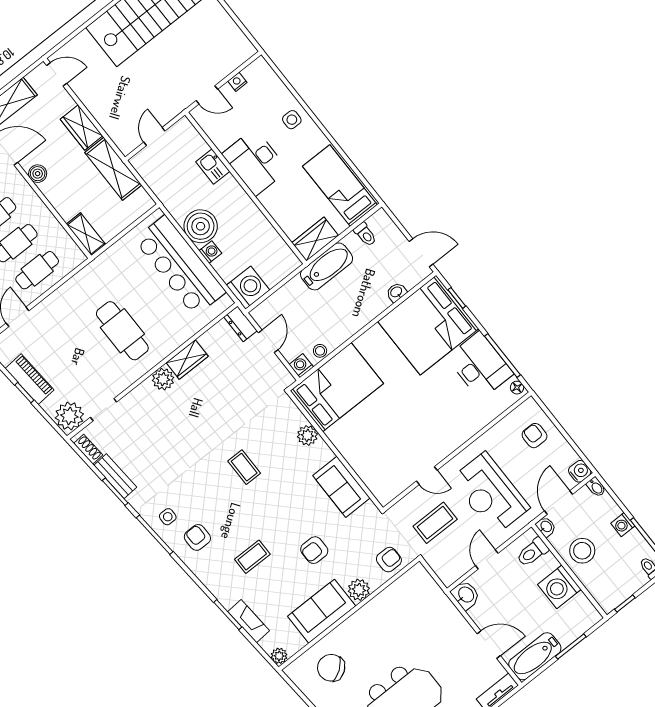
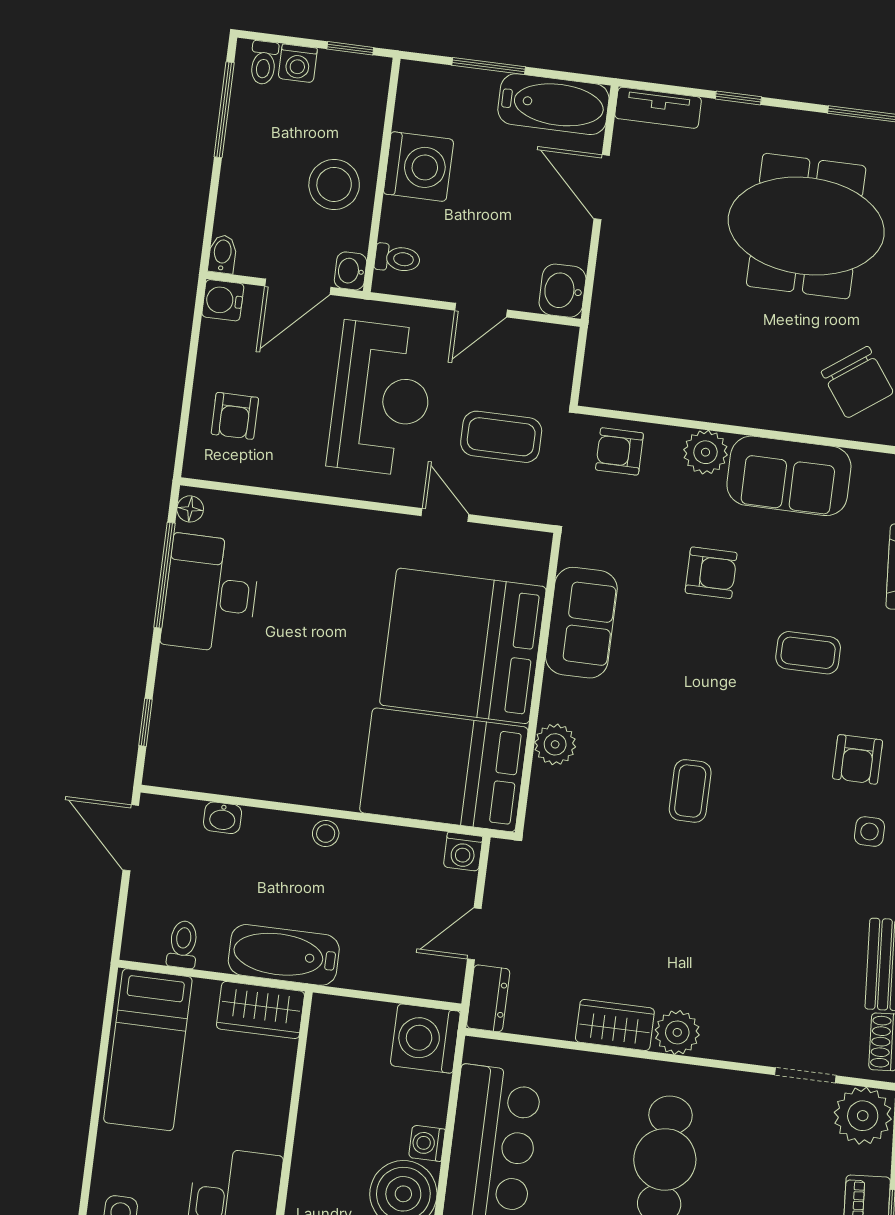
bed: (428, 325) -> (463, 646), moved, turned 180
stool: (320, 351) -> (326, 834), moved
washing machine: (623, 525) -> (298, 63), moved, turned 90
toilet: (532, 552) -> (397, 258), width x0.73, depth x0.72

